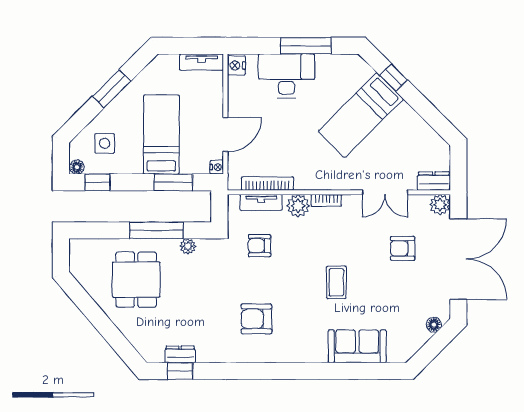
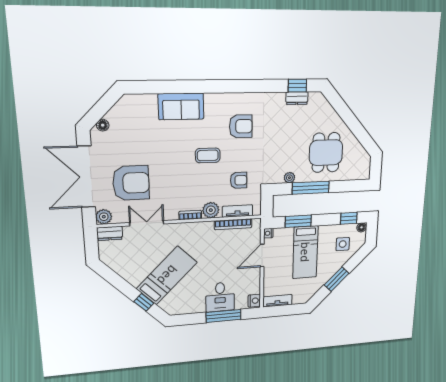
window: (306, 46) -> (224, 316), moved
desk: (286, 76) -> (220, 297), width x0.73
armchair: (403, 248) -> (131, 183), width x1.88, depth x1.88
coffee table: (336, 282) -> (208, 155), moved, turned 90
sofa: (357, 346) -> (181, 106), moved

